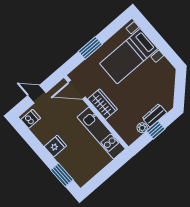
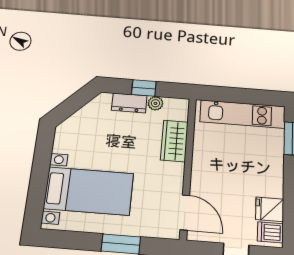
wardrobe: (102, 104) -> (174, 141), moved
kitchen unit: (101, 133) -> (243, 114), moved, turned 90
fridge: (55, 146) -> (270, 209), moved

